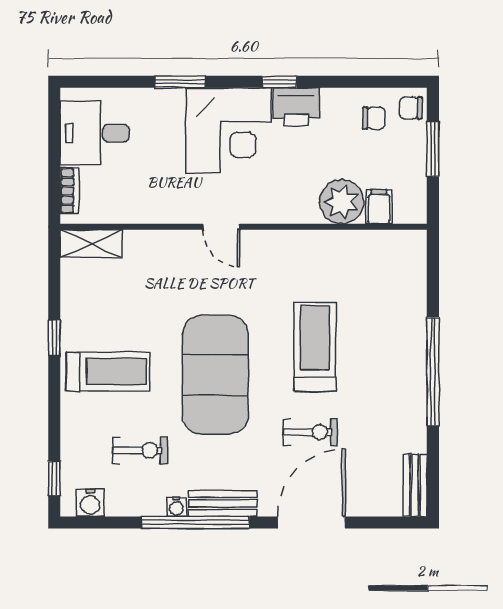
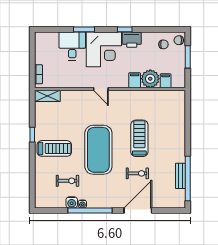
desk: (95, 133) -> (72, 46), moved, turned 90
filing cabinet: (303, 205) -> (135, 80), added
window: (433, 372) -> (188, 179), moved
window: (54, 478) -> (32, 192), removed
bench: (415, 485) -> (180, 176), moved
water cooler: (90, 503) -> (72, 202), moved
bench: (223, 503) -> (102, 203), removed

